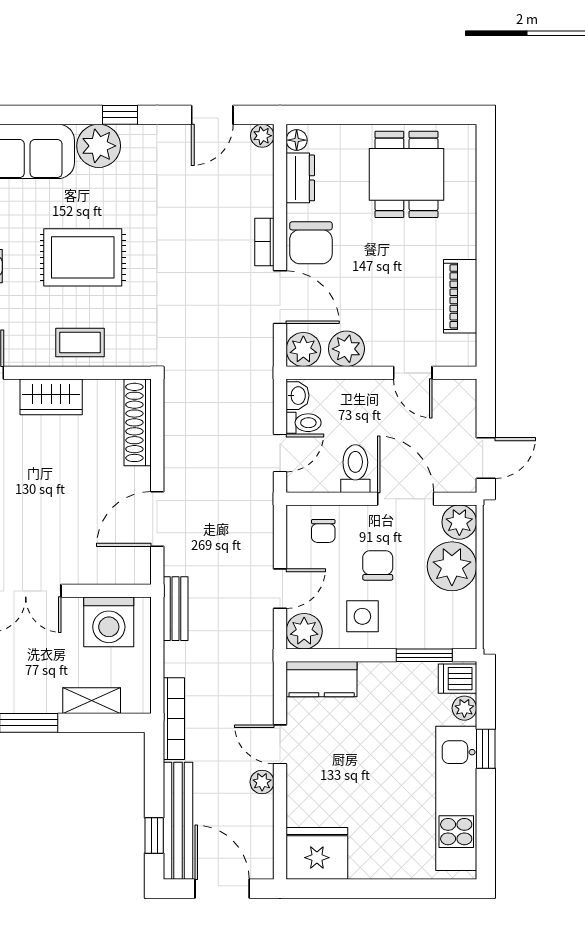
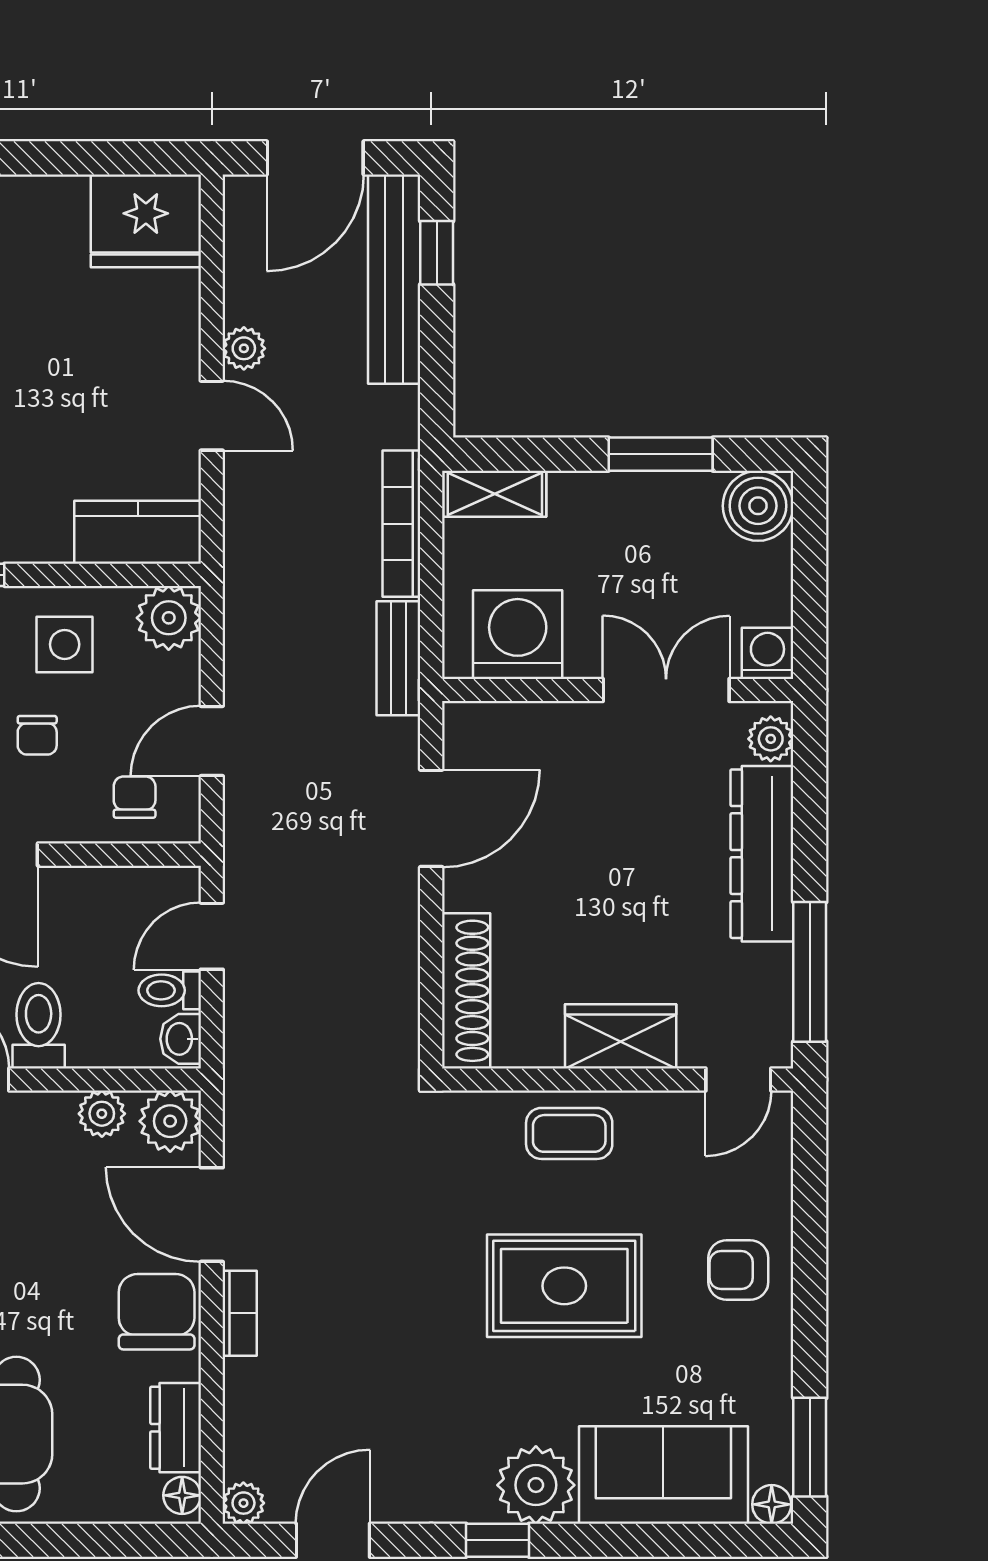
plant: (346, 349) -> (102, 1114), width x0.73, depth x0.73
toilet: (355, 469) -> (39, 1026), moved, turned 180
chair: (378, 565) -> (37, 735), width x0.73, depth x0.73
door: (280, 589) -> (212, 741), moved
shelving: (92, 701) -> (495, 494), moved
bookcase: (174, 719) -> (401, 524), moved
door: (222, 889) -> (315, 158), hinge flipped

